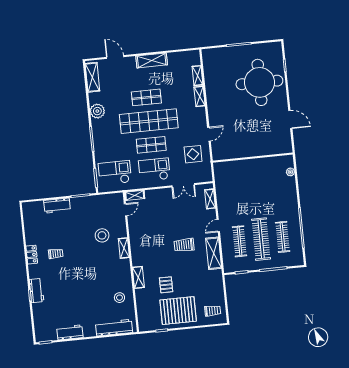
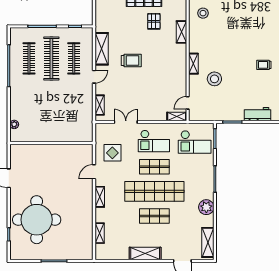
shelving: (200, 96) -> (100, 197), moved

